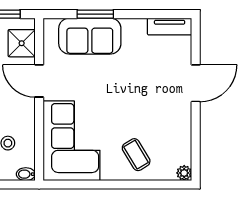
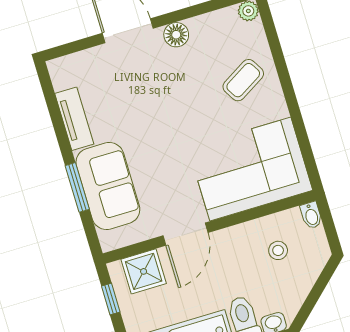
tv unit: (170, 26) -> (74, 119), moved
floor lamp: (183, 117) -> (176, 35), added

